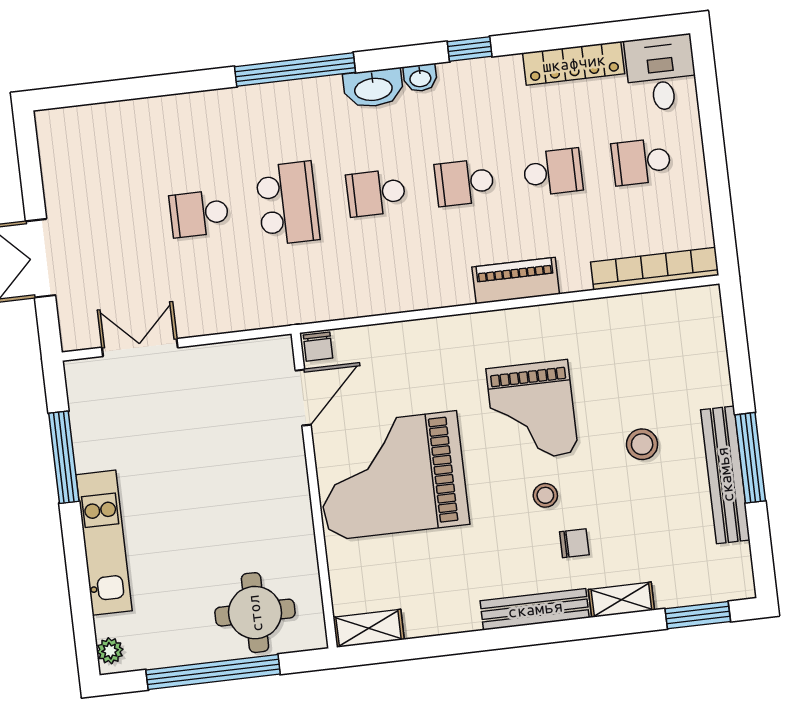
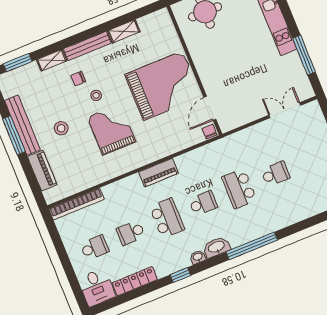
school desk: (464, 183) -> (167, 218), width x1.85
piano: (516, 281) -> (158, 173), moved
double door: (140, 347) -> (285, 110), swing flipped
piano: (710, 363) -> (42, 171), added
shelving: (369, 628) -> (124, 31), moved

